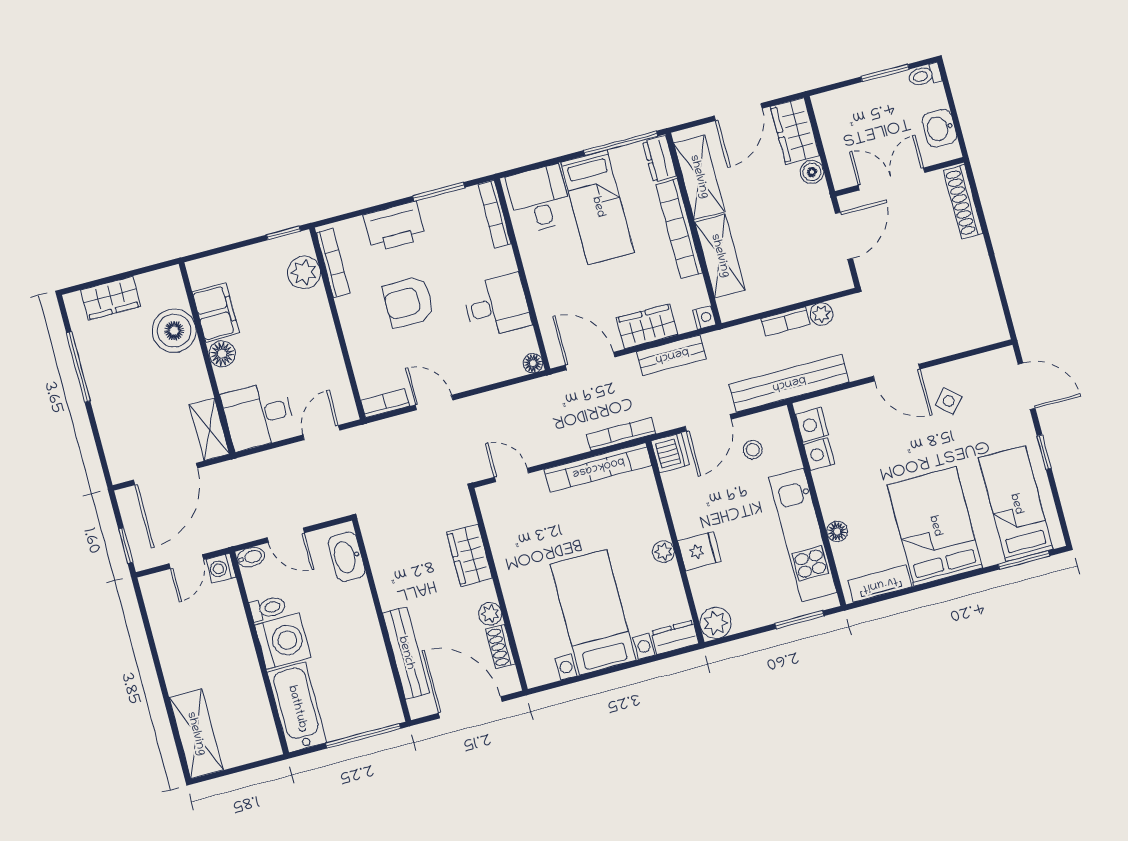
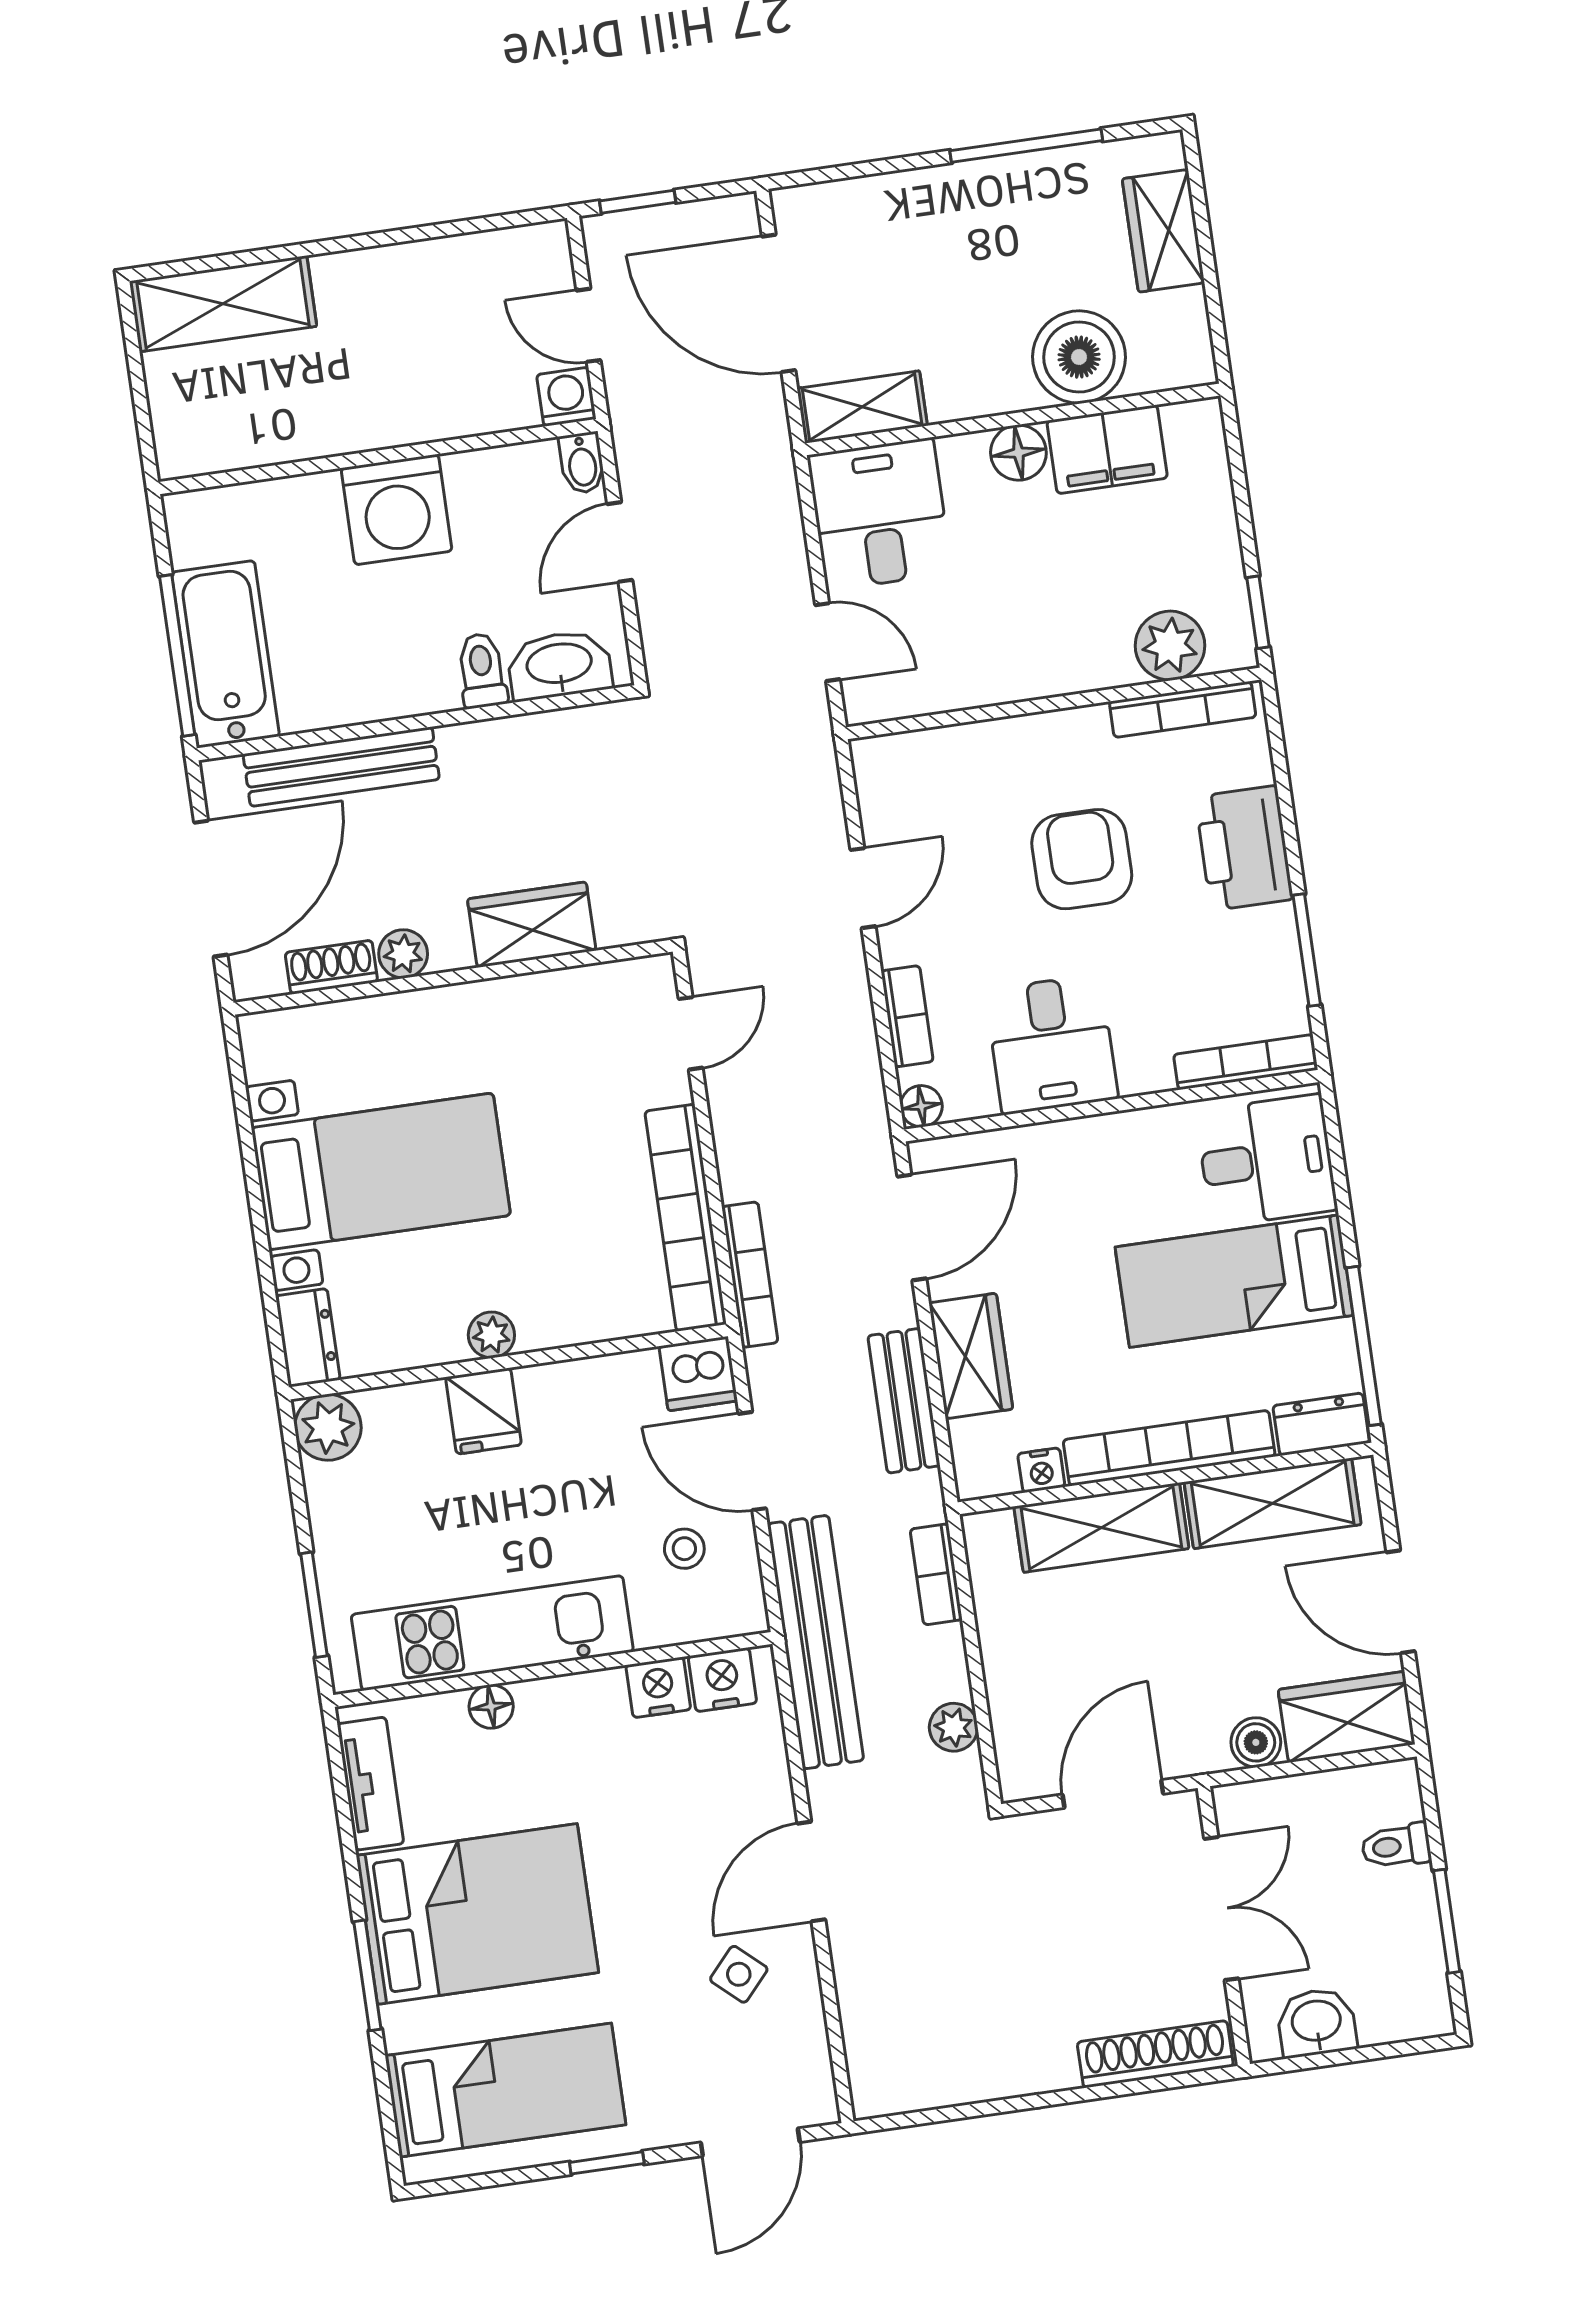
toilet: (925, 75) -> (1396, 1846), moved, turned -90
door: (844, 236) -> (1113, 1794), swing flipped
nightstand: (704, 317) -> (1041, 1470), moved
bookcase: (786, 321) -> (936, 1574), moved
bookcase: (385, 403) -> (907, 1016), moved
window: (1024, 560) -> (367, 1975), moved
toilet: (268, 608) -> (482, 671), moved, turned 180
bathtub: (297, 707) -> (225, 654), moved, turned -90

